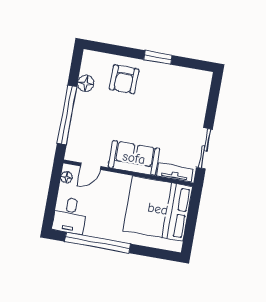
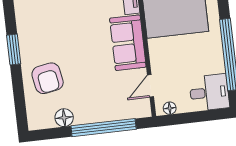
armchair: (124, 79) -> (48, 78), turned 80
door: (91, 166) -> (150, 86), swing flipped

